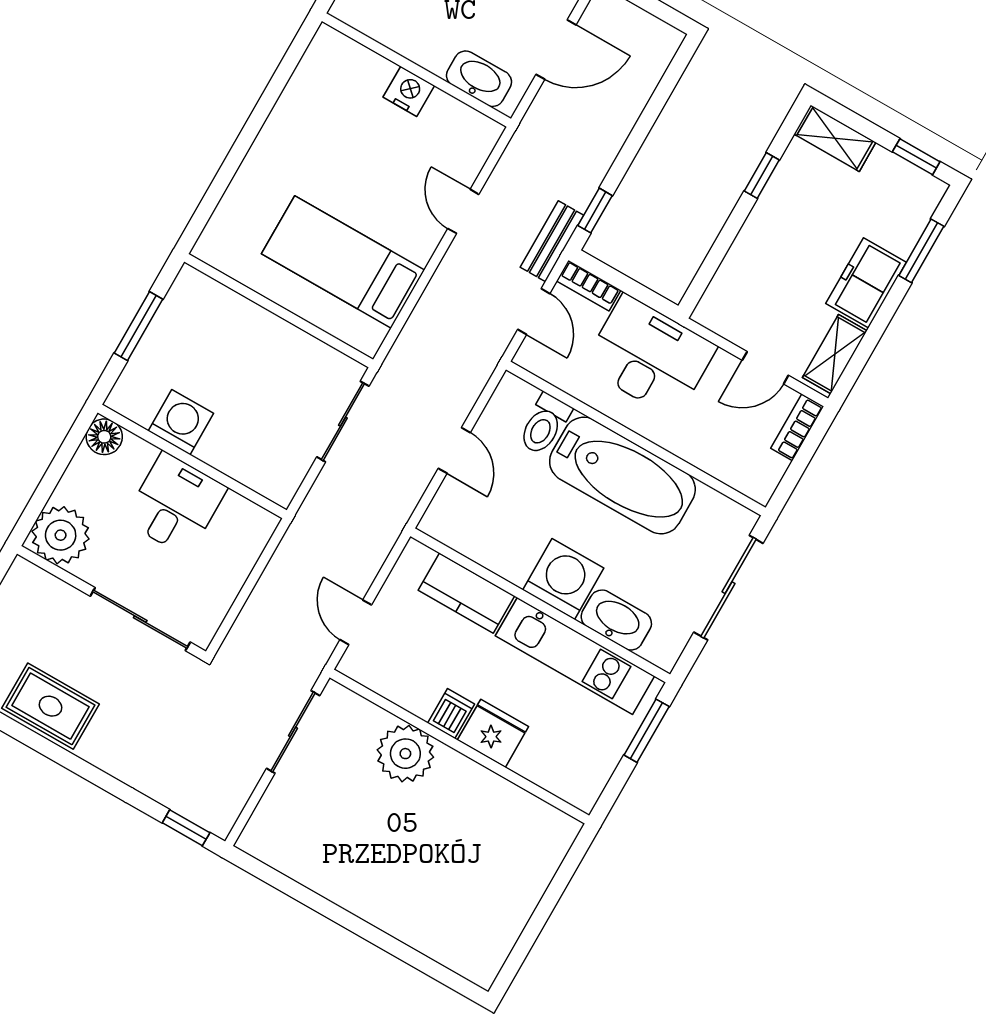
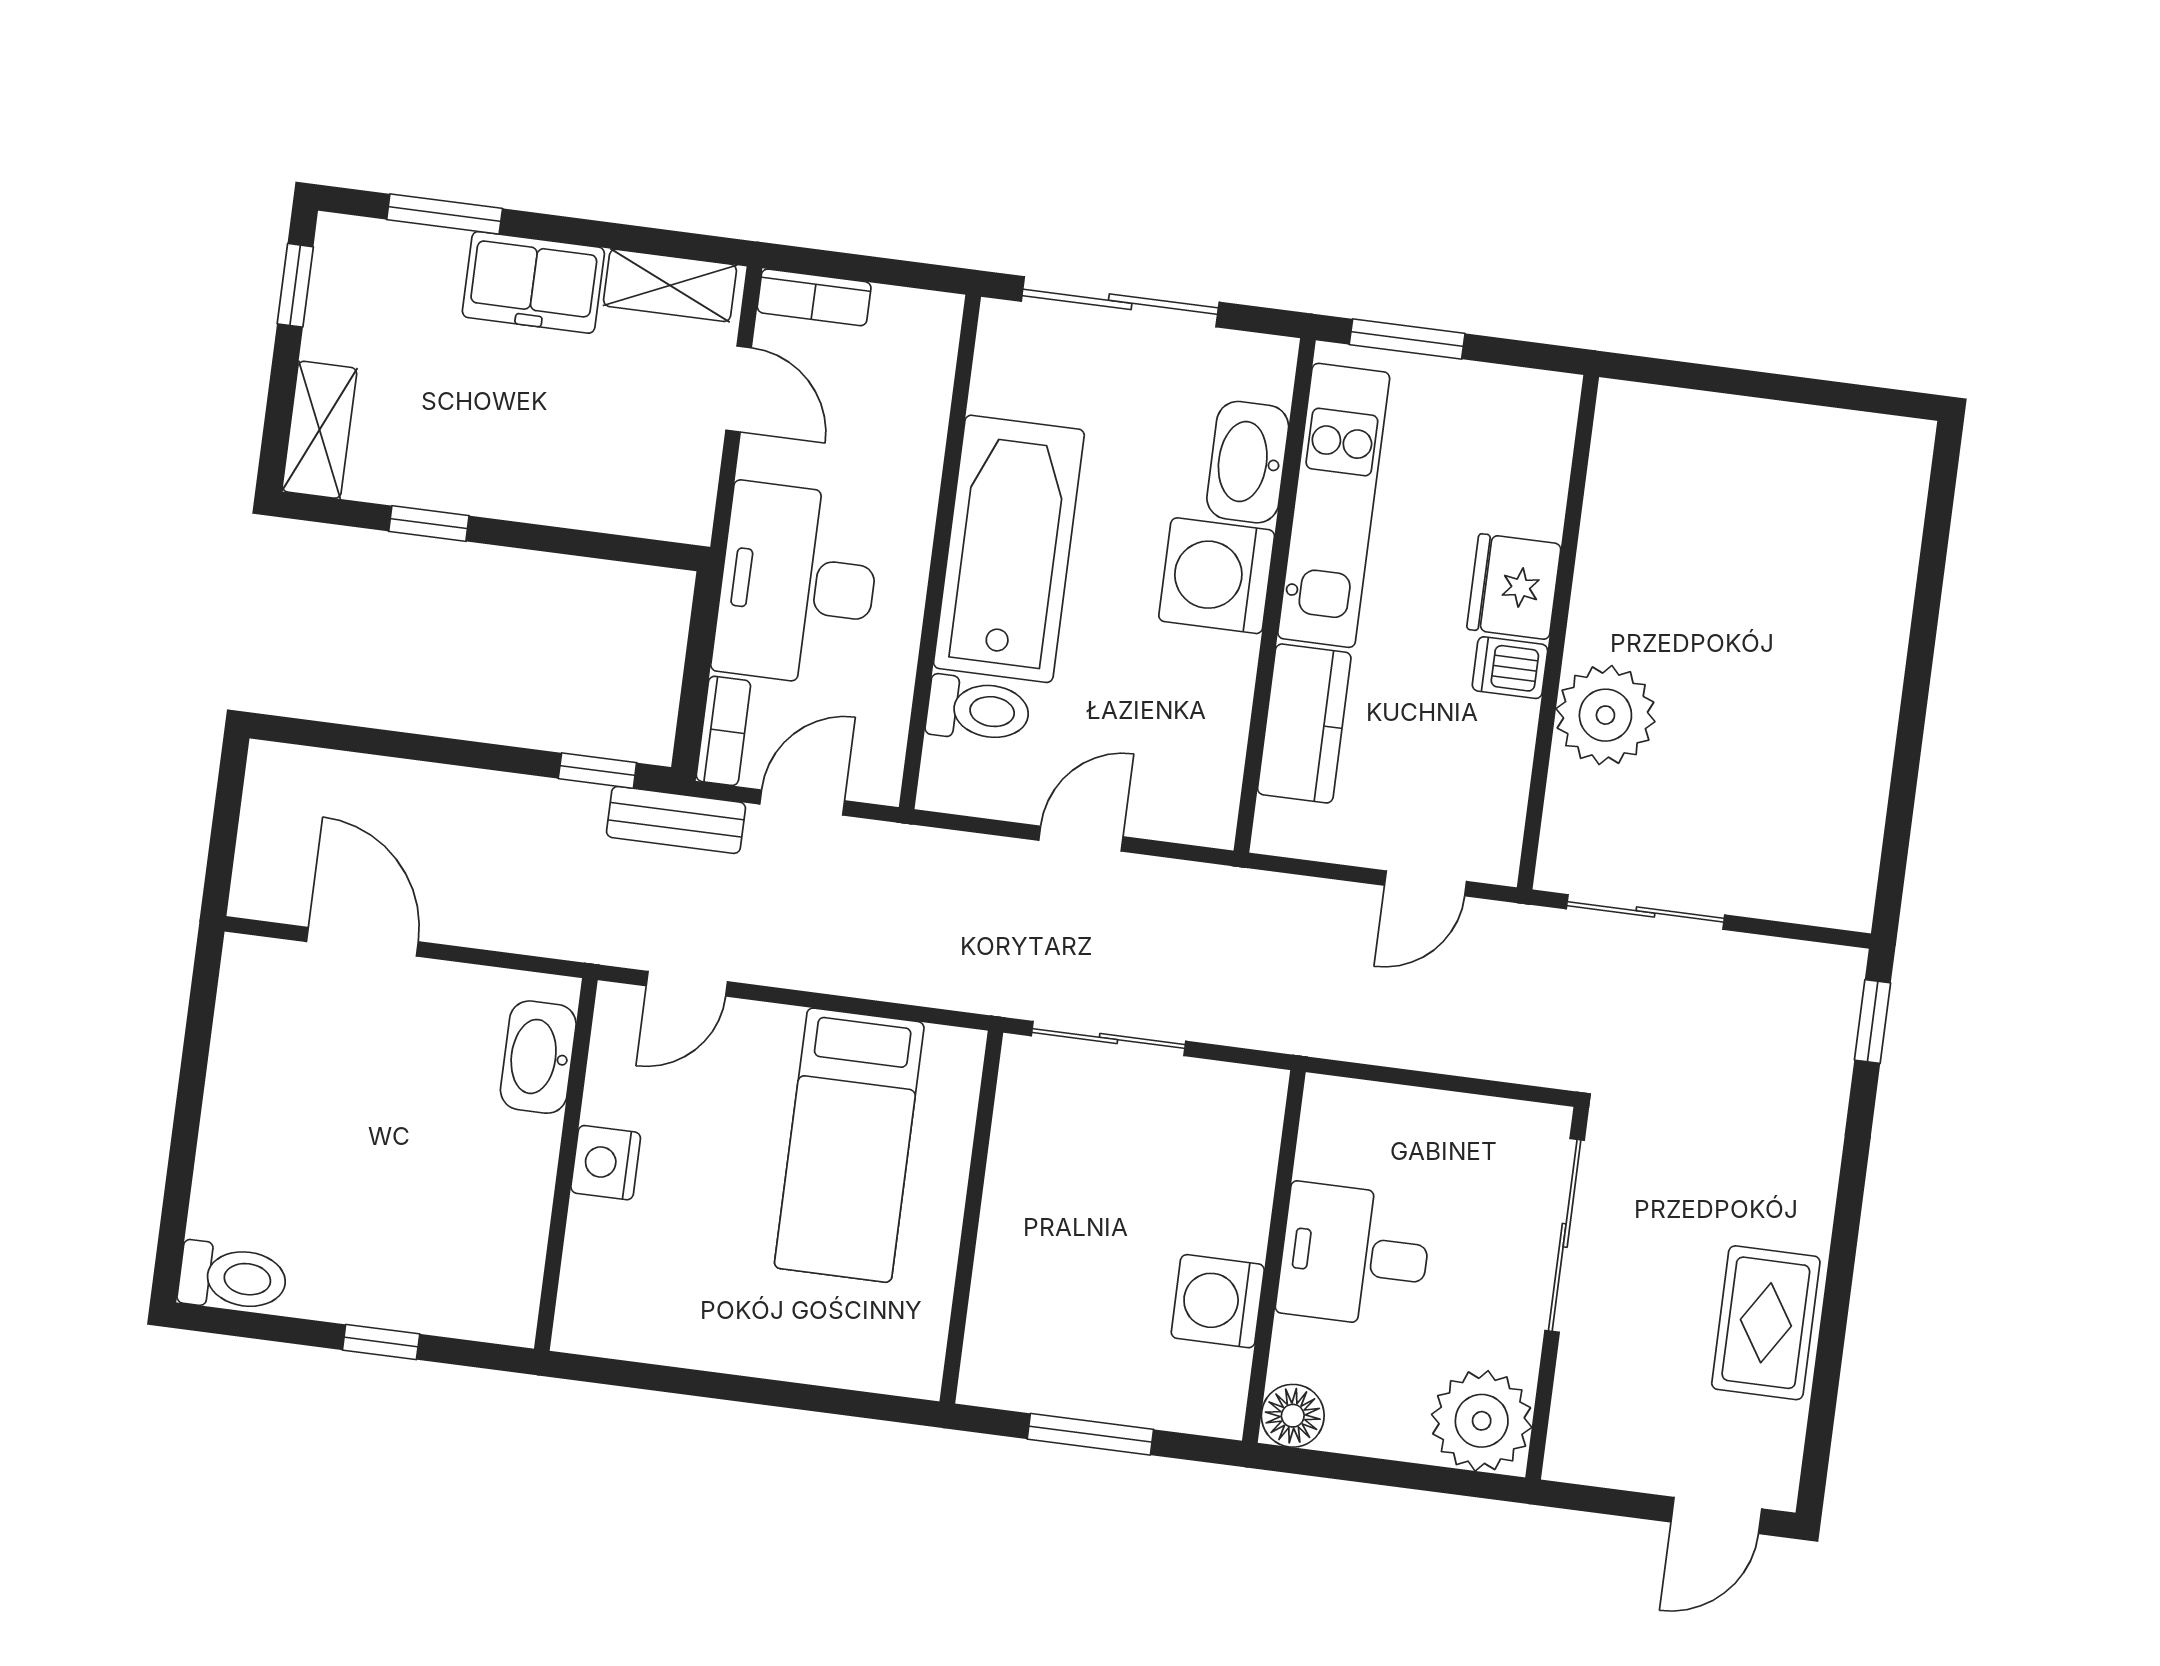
wall: (416, 70) -> (566, 1164), moved
washbasin: (479, 79) -> (538, 1057), moved
nightstand: (409, 91) -> (606, 1163), moved

